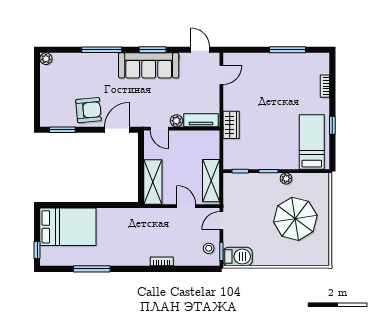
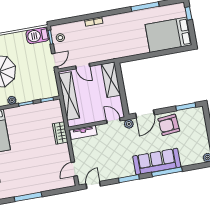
door: (200, 50) -> (93, 185), swing flipped
sofa: (149, 65) -> (157, 162), moved
plant: (177, 121) -> (129, 124), moved
shelving: (211, 181) -> (69, 96), width x1.47

